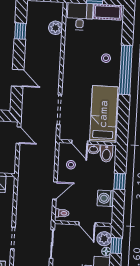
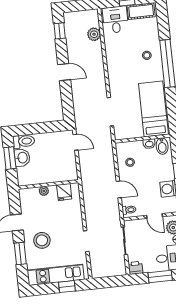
window: (20, 31) -> (60, 31), moved
door: (18, 78) -> (64, 72), moved
door: (80, 142) -> (135, 139), removed
door: (55, 191) -> (119, 189), hinge flipped

